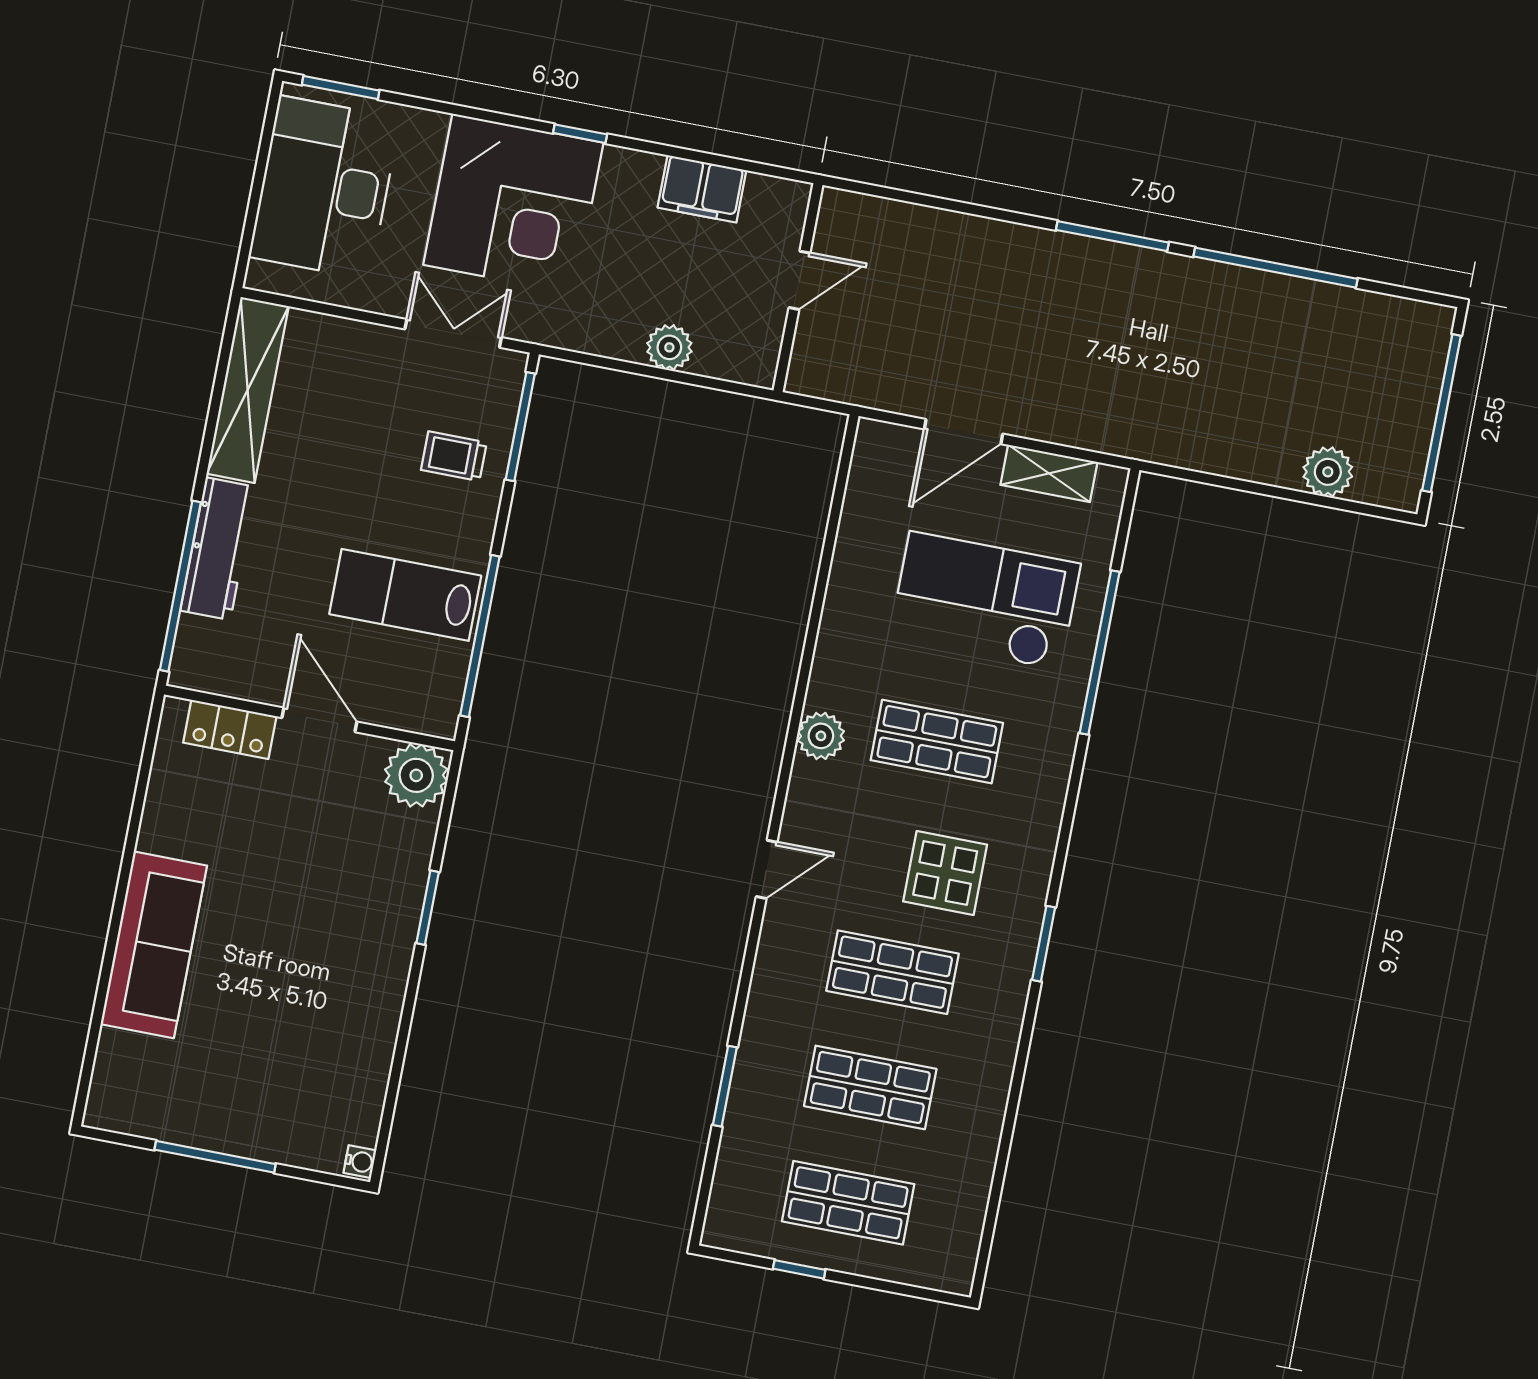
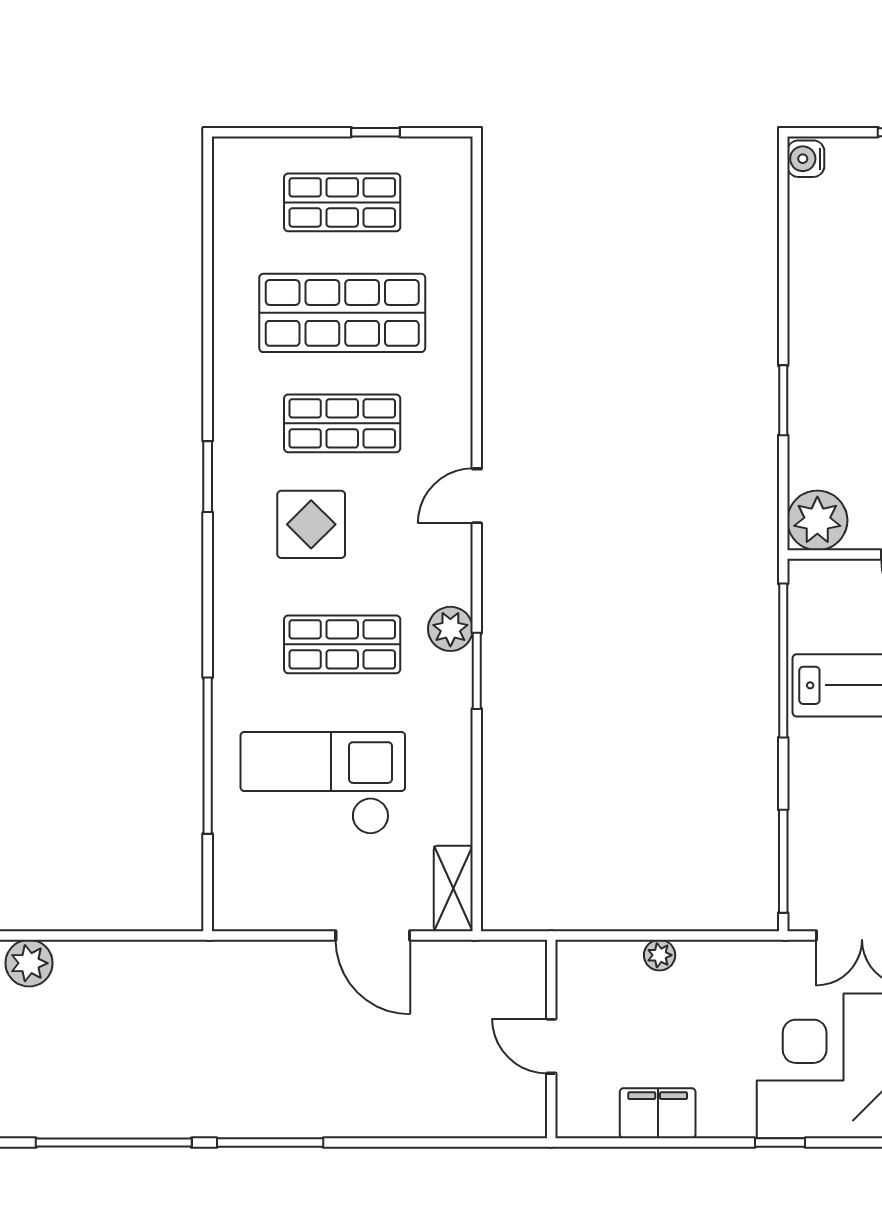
door: (799, 280) -> (551, 1046), hinge flipped
plant: (669, 347) -> (660, 955), width x0.73, depth x0.73
door: (964, 432) -> (373, 936), swing flipped
trolley: (454, 456) -> (839, 822), removed
shelving: (1049, 473) -> (453, 888), moved, turned 90
checkout: (985, 601) -> (323, 783), turned 180
window: (725, 1086) -> (477, 671), moved
shop shelf: (870, 1087) -> (342, 313), width x1.43, depth x1.36
water cooler: (360, 1162) -> (806, 159), width x1.38, depth x1.38

